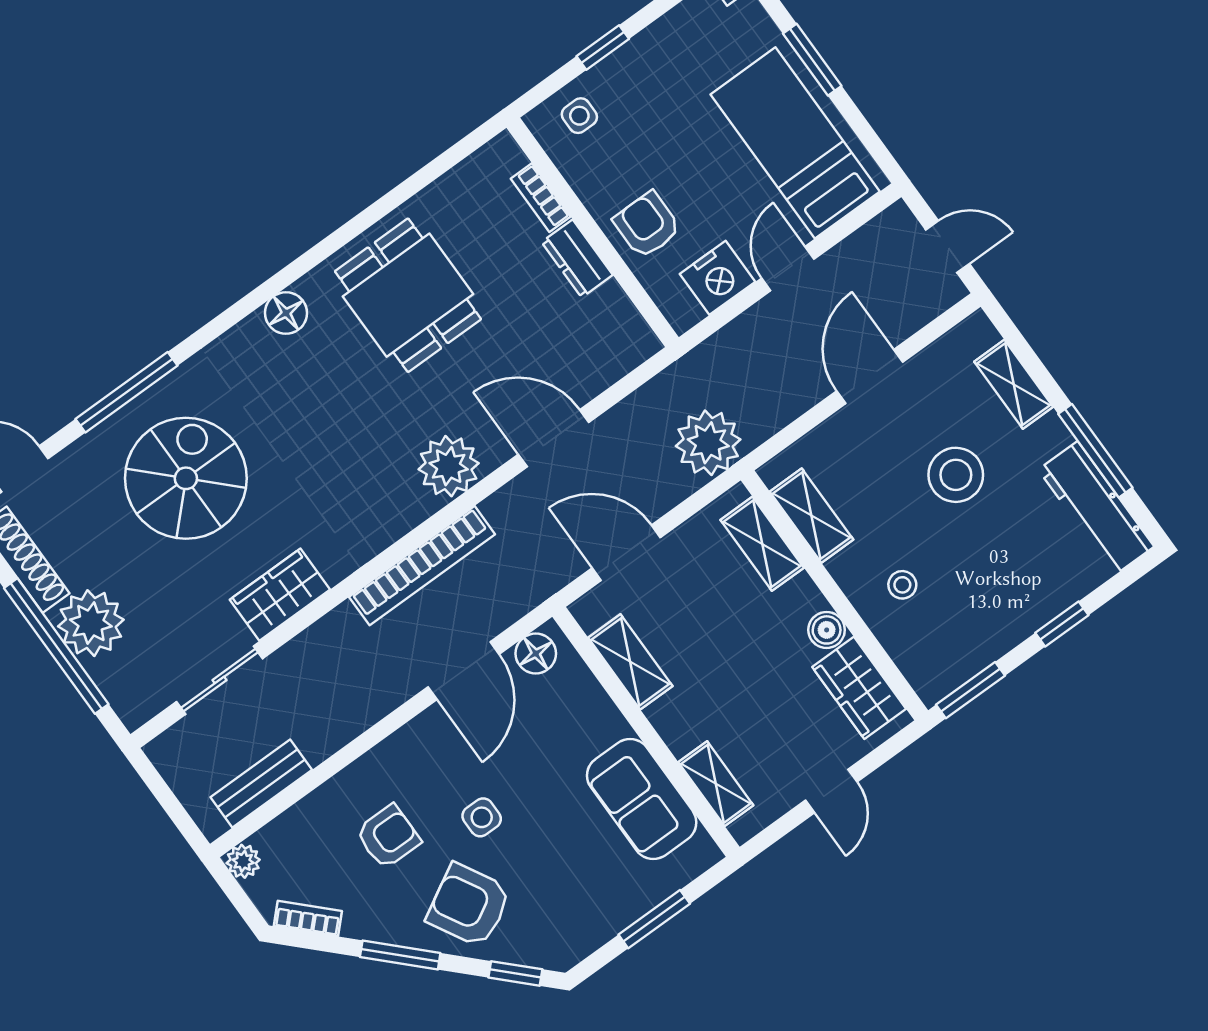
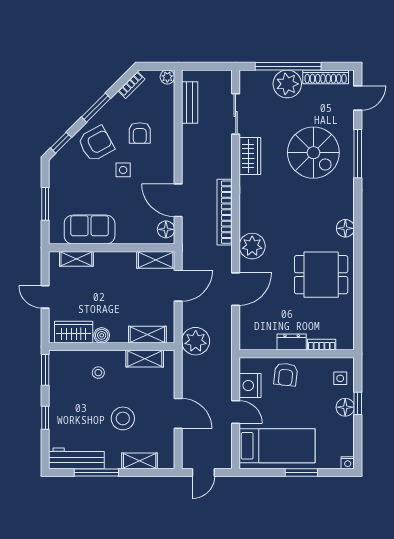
floor lamp: (628, 66) -> (345, 407), added
armchair: (647, 225) -> (286, 374), turned 96
shelving: (630, 662) -> (156, 260), moved

